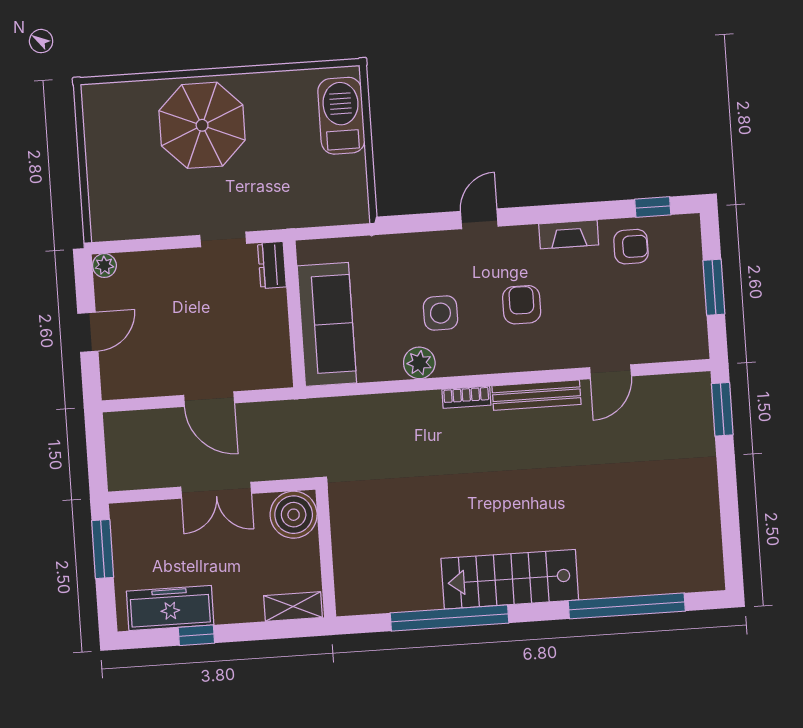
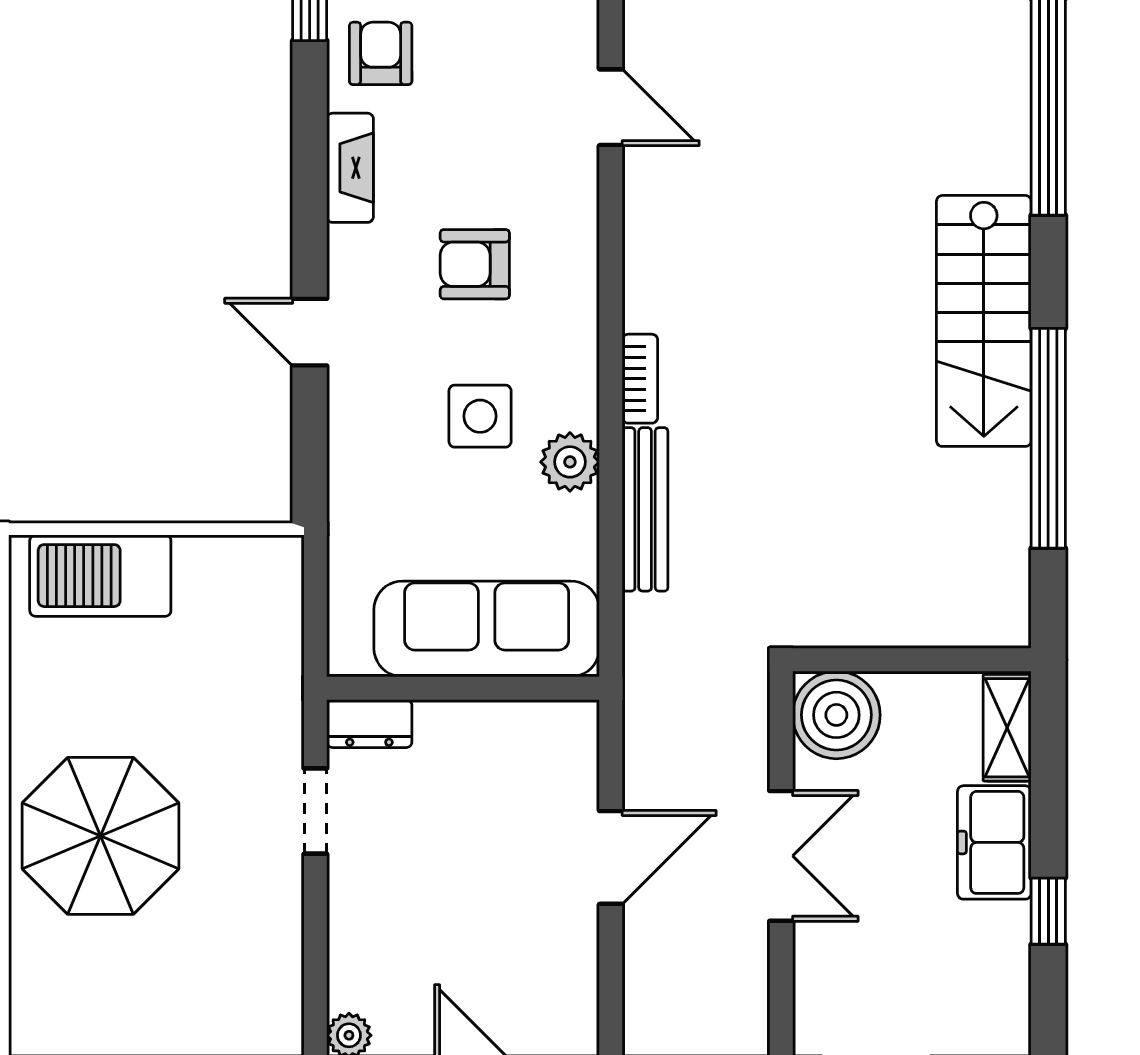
bench: (537, 395) -> (645, 509), moved
freezer: (170, 608) -> (994, 842), moved, width x0.71

